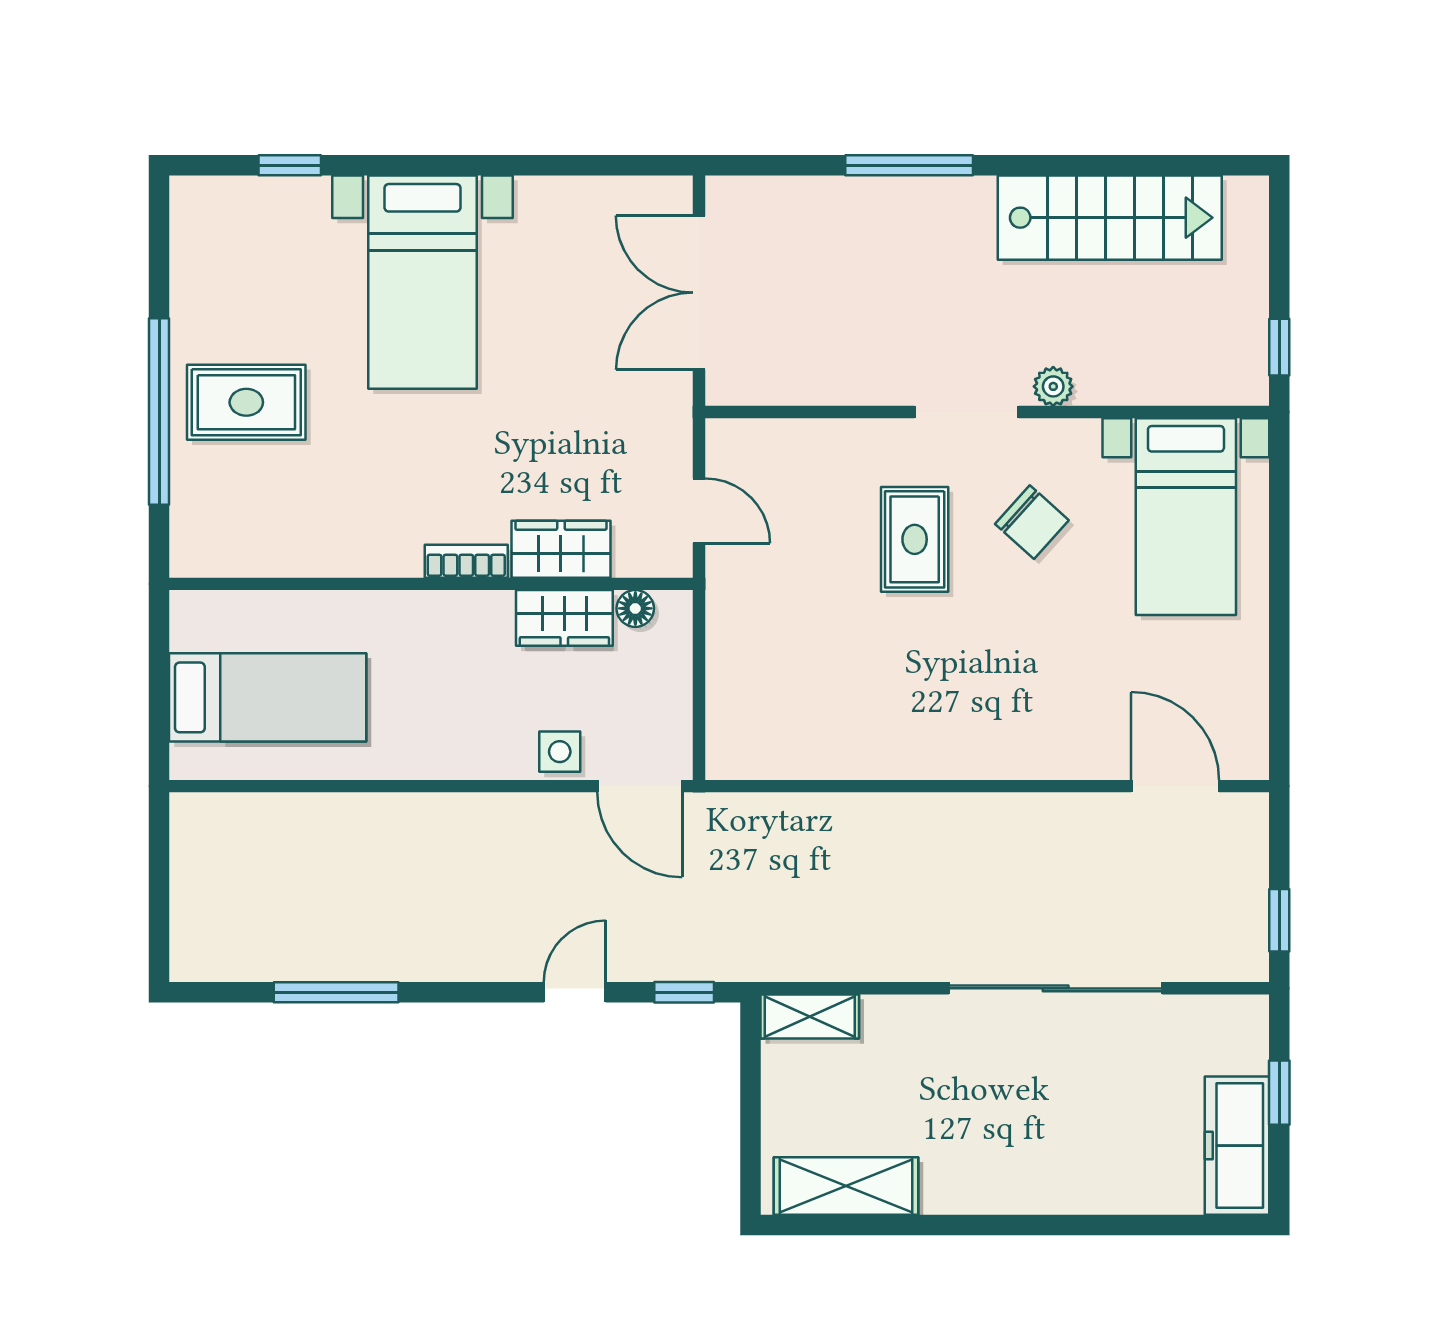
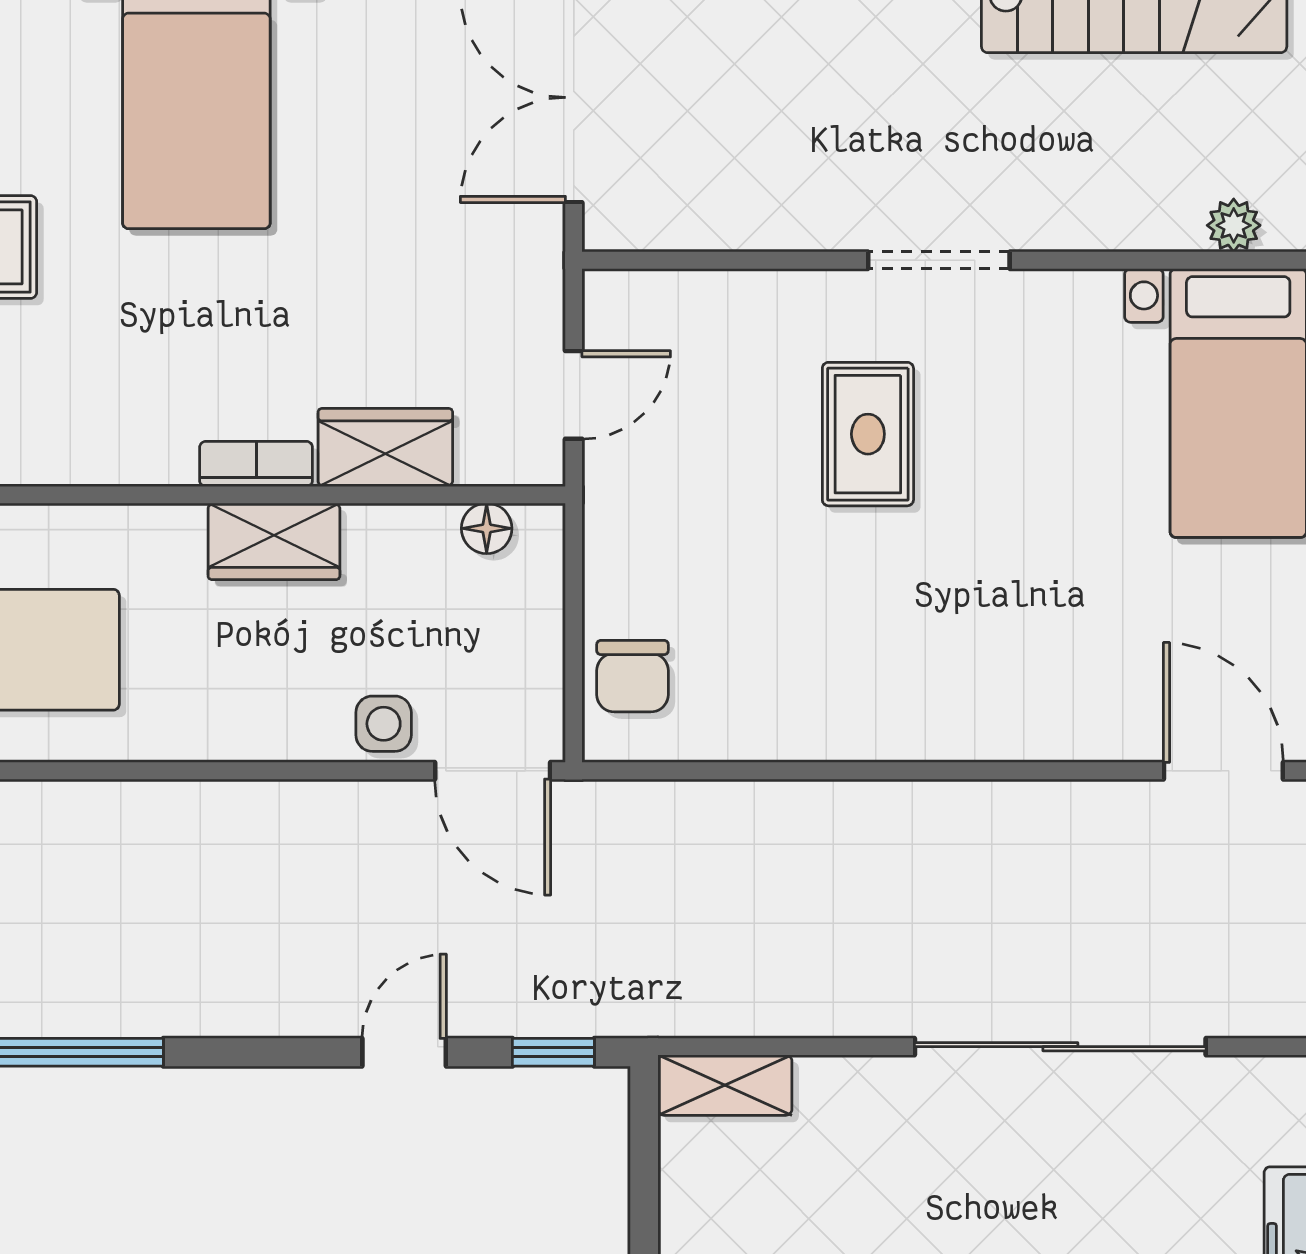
plant: (1053, 386) -> (1234, 225), moved
door: (699, 511) -> (574, 395), hinge flipped
chair: (1032, 522) -> (632, 676), moved, turned 48
wardrobe: (564, 618) -> (274, 541), moved

